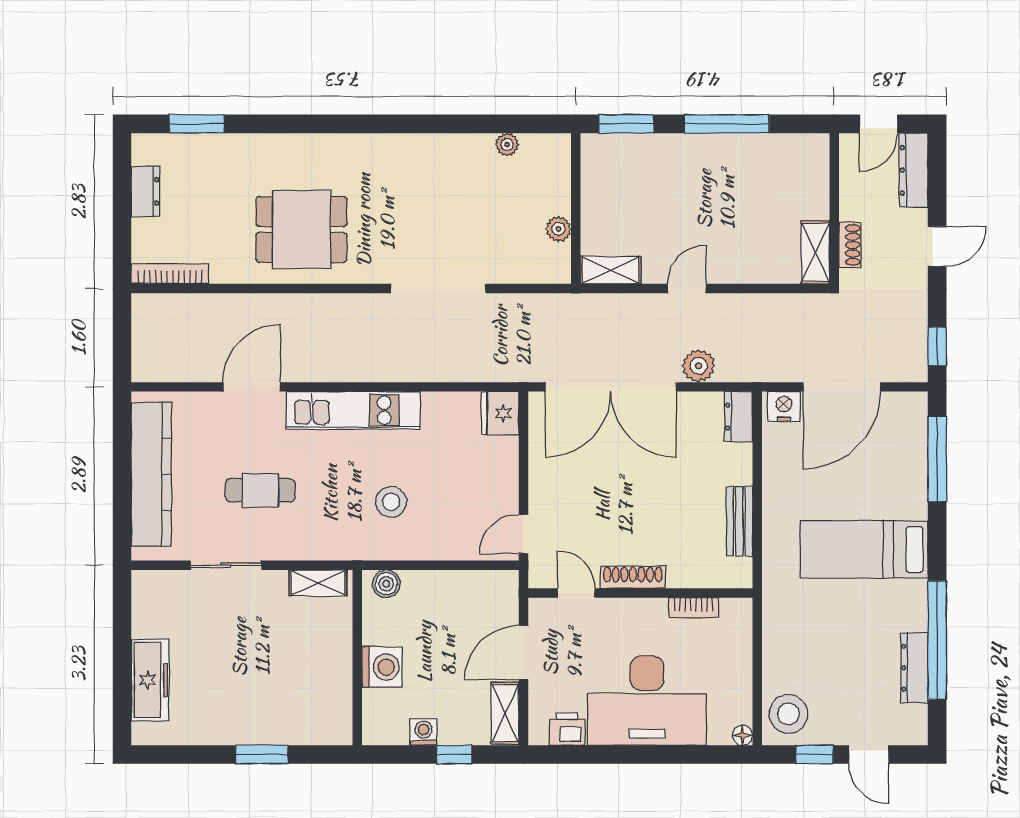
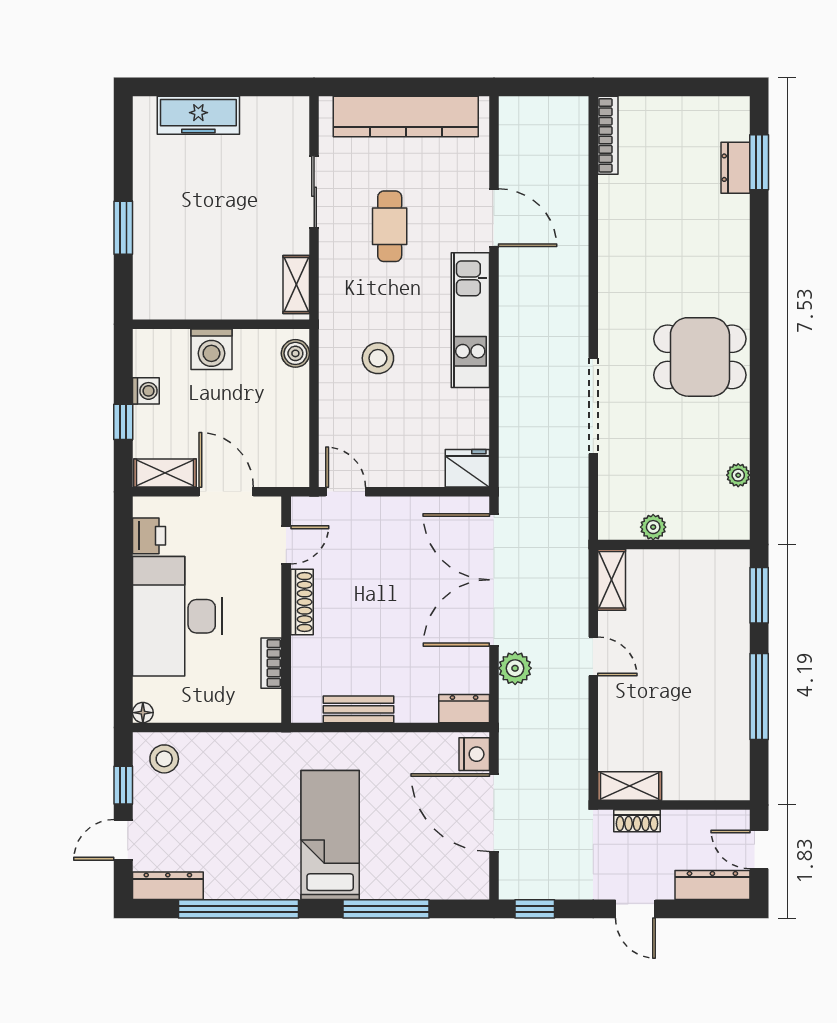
dresser: (145, 191) -> (735, 168), moved, turned 90
dining table: (301, 230) -> (700, 357), moved, turned 90
window: (937, 459) -> (386, 909), moved
dresser: (914, 668) -> (168, 886), moved
stool: (788, 714) -> (164, 759), width x0.73, depth x0.73

